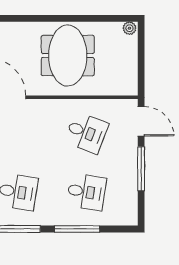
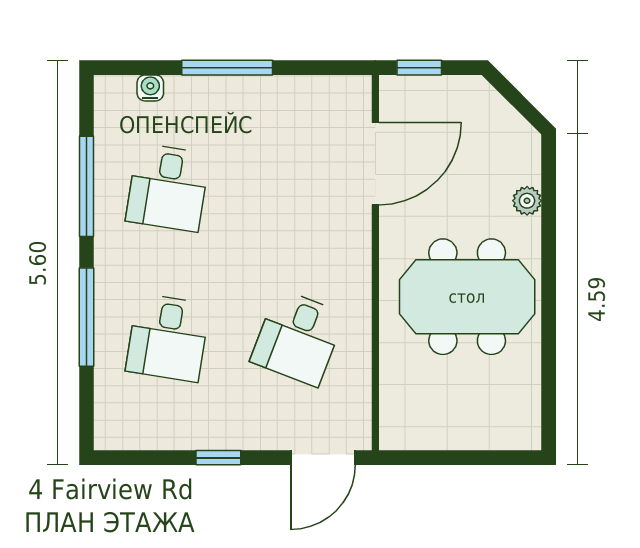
plant: (129, 28) -> (527, 201), moved
window: (141, 169) -> (218, 458), width x0.46

